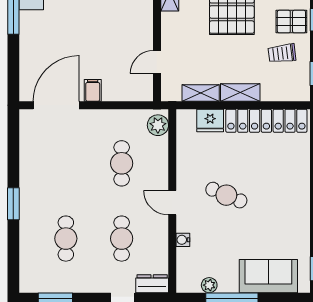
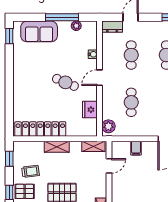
filing cabinet: (93, 90) -> (136, 148), moved
shelving: (201, 93) -> (93, 146), moved
fridge: (210, 120) -> (90, 110), moved, turned -90
door: (172, 203) -> (99, 78), swing flipped

